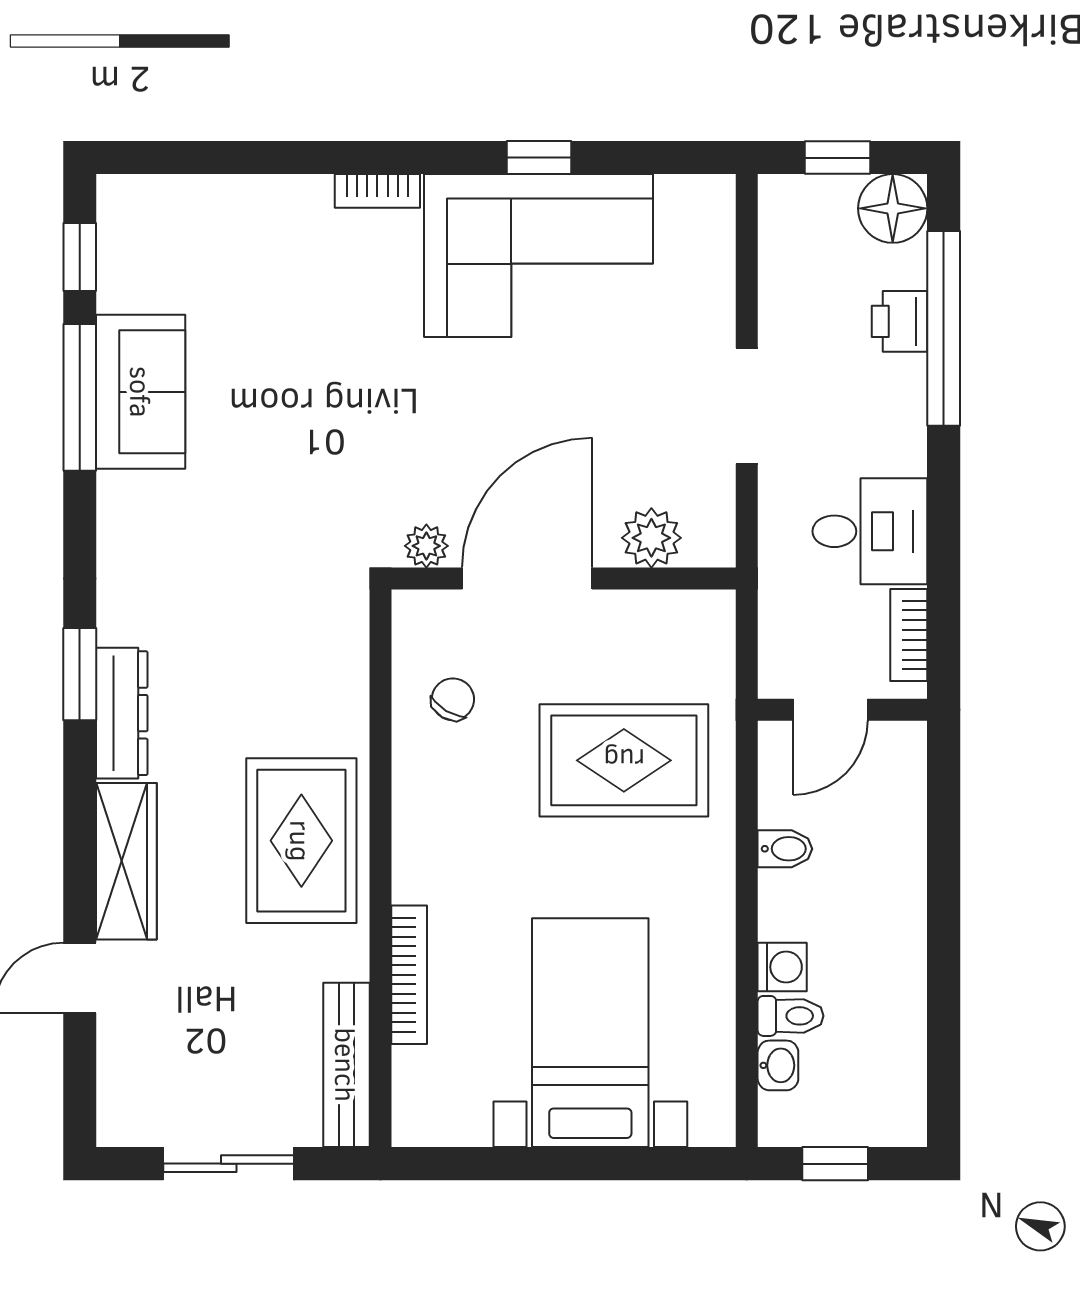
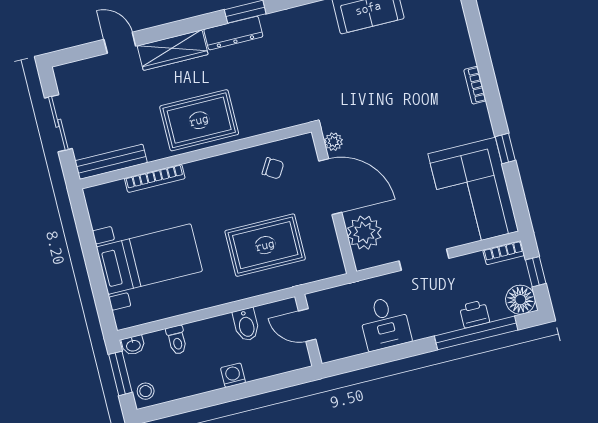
corner sofa: (539, 256) -> (473, 193), moved
plant: (651, 538) -> (364, 233), width x1.36, depth x1.36
bookcase: (909, 635) -> (504, 253), moved, turned 180
rug: (624, 760) -> (265, 245), turned 90
bidet: (785, 849) -> (246, 325), width x1.38, depth x1.36
washing machine: (782, 967) -> (233, 375), moved, turned 180
washbasin: (778, 1065) -> (133, 345), moved
stool: (890, 1116) -> (146, 391), added
window: (835, 1164) -> (120, 373), width x1.50

